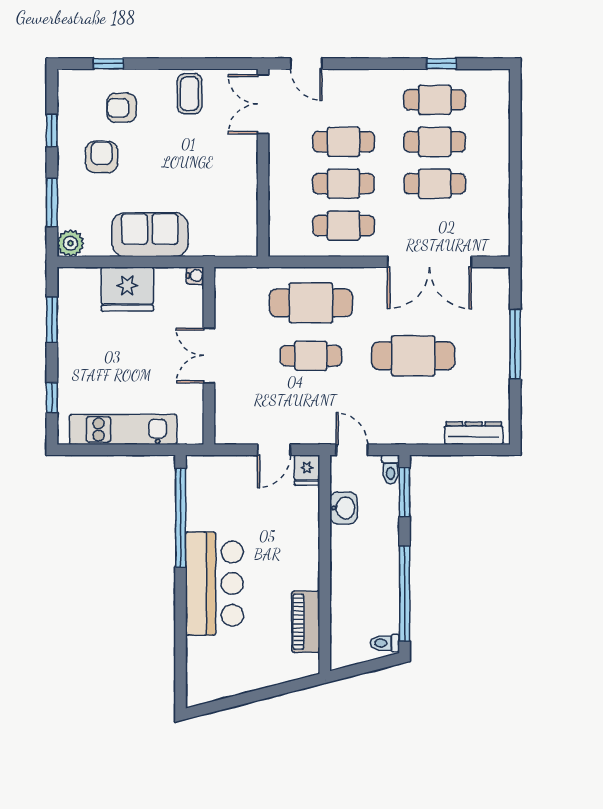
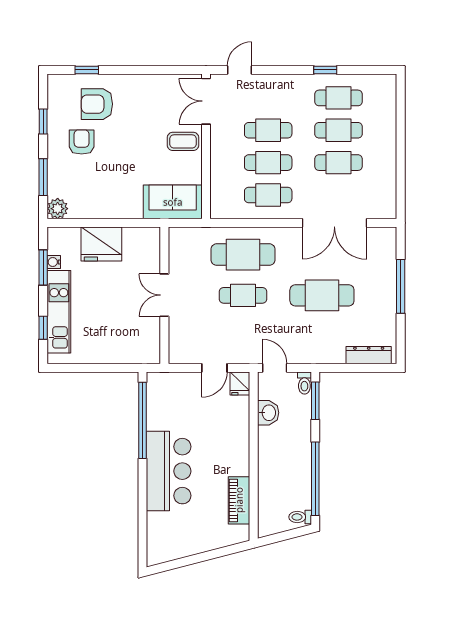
door: (306, 64) -> (239, 70), swing flipped
window: (441, 64) -> (325, 70), moved
coffee table: (190, 94) -> (183, 141), moved, turned 90
armchair: (122, 108) -> (97, 104), width x1.38, depth x1.38
sofa: (150, 235) -> (173, 202), moved
water cooler: (195, 276) -> (54, 262), moved, turned 180
kitchen unit: (123, 429) -> (59, 312), moved, turned 90

